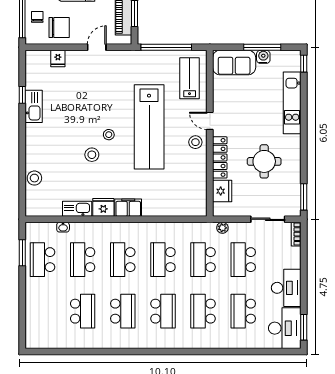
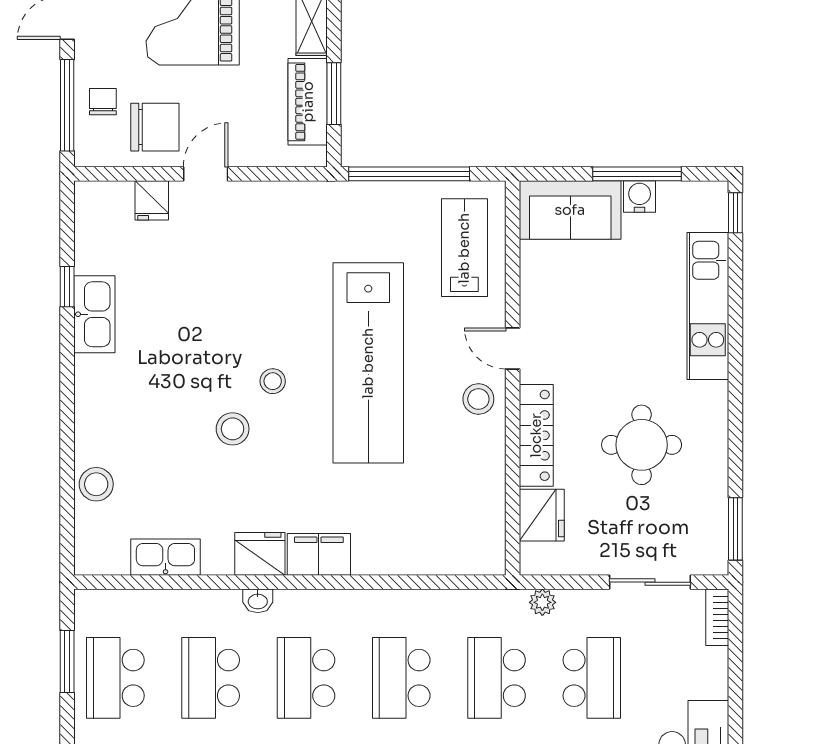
door: (97, 47) -> (206, 174), moved
kitchen sink: (77, 209) -> (165, 557), moved
washbasin: (63, 227) -> (258, 601), moved
school desk: (243, 260) -> (592, 678), turned 180

